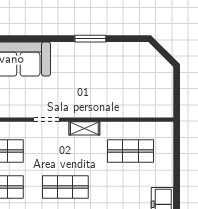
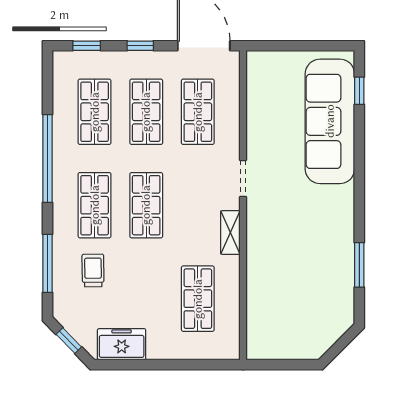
window: (90, 39) -> (359, 265), moved

